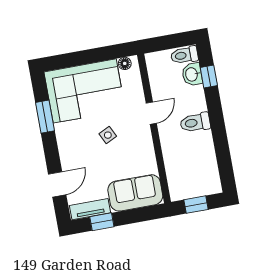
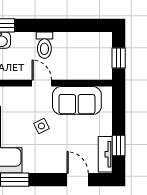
door: (151, 113) -> (42, 83), moved
sofa: (135, 193) -> (77, 100), moved, turned -90

